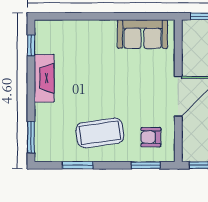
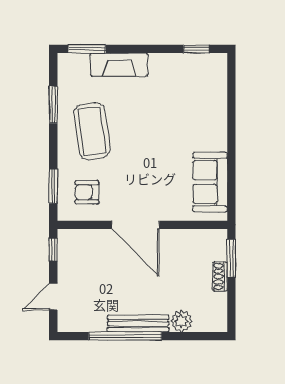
fireplace: (44, 78) -> (119, 65), moved
armchair: (151, 137) -> (87, 192), turned -90

